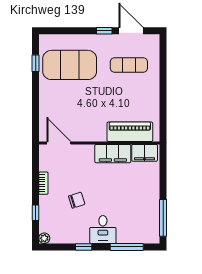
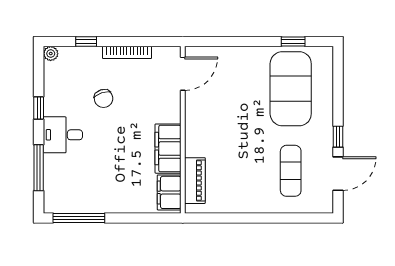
piano: (130, 132) -> (195, 181), width x0.73, depth x0.75
bookcase: (43, 183) -> (127, 52), width x1.56

